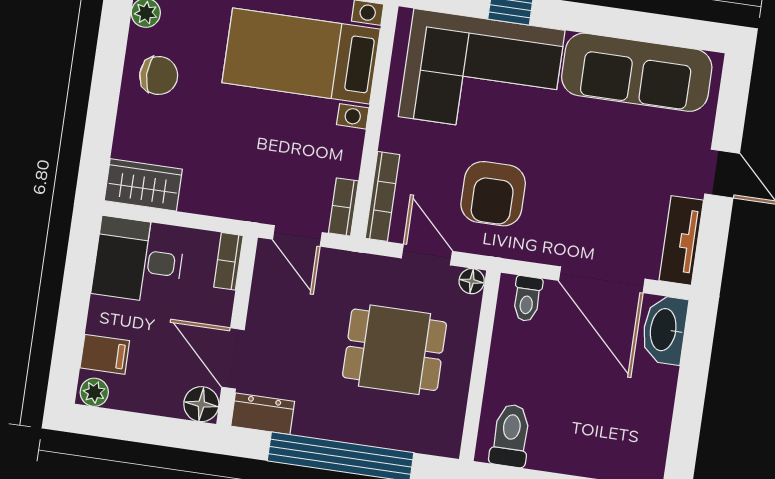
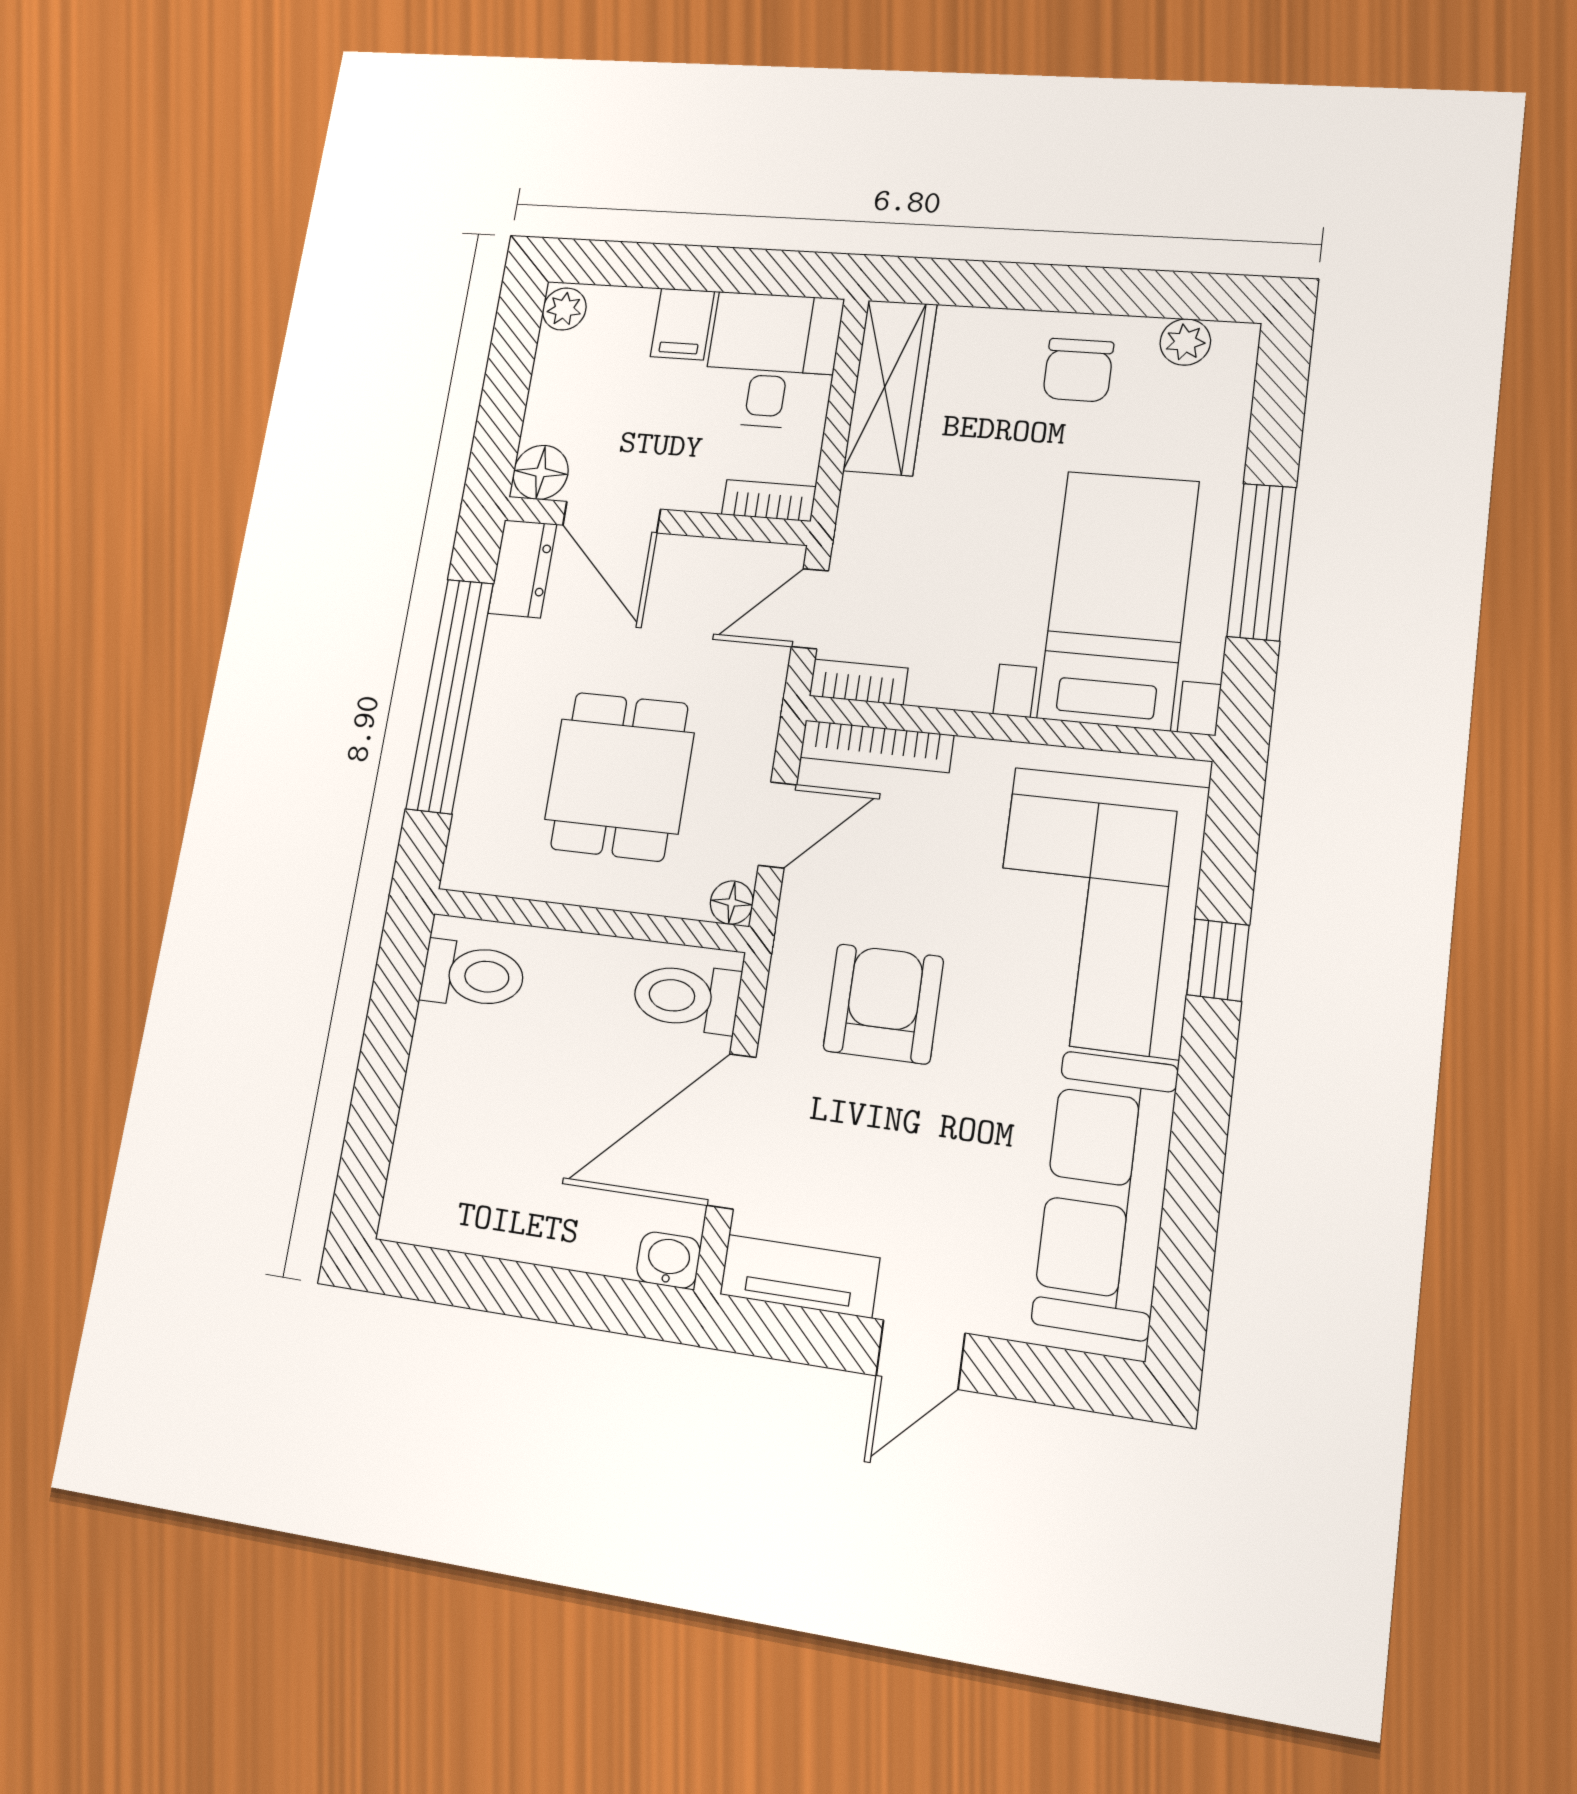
wardrobe: (143, 185) -> (890, 387), width x1.50
armchair: (493, 194) -> (883, 1004), moved, turned 90
toilet: (527, 299) -> (686, 997), width x1.37, depth x1.39
washbasin: (664, 330) -> (668, 1260), width x0.52, depth x0.69
filing cabinet: (105, 354) -> (682, 324), moved
door: (233, 358) -> (611, 517), swing flipped

